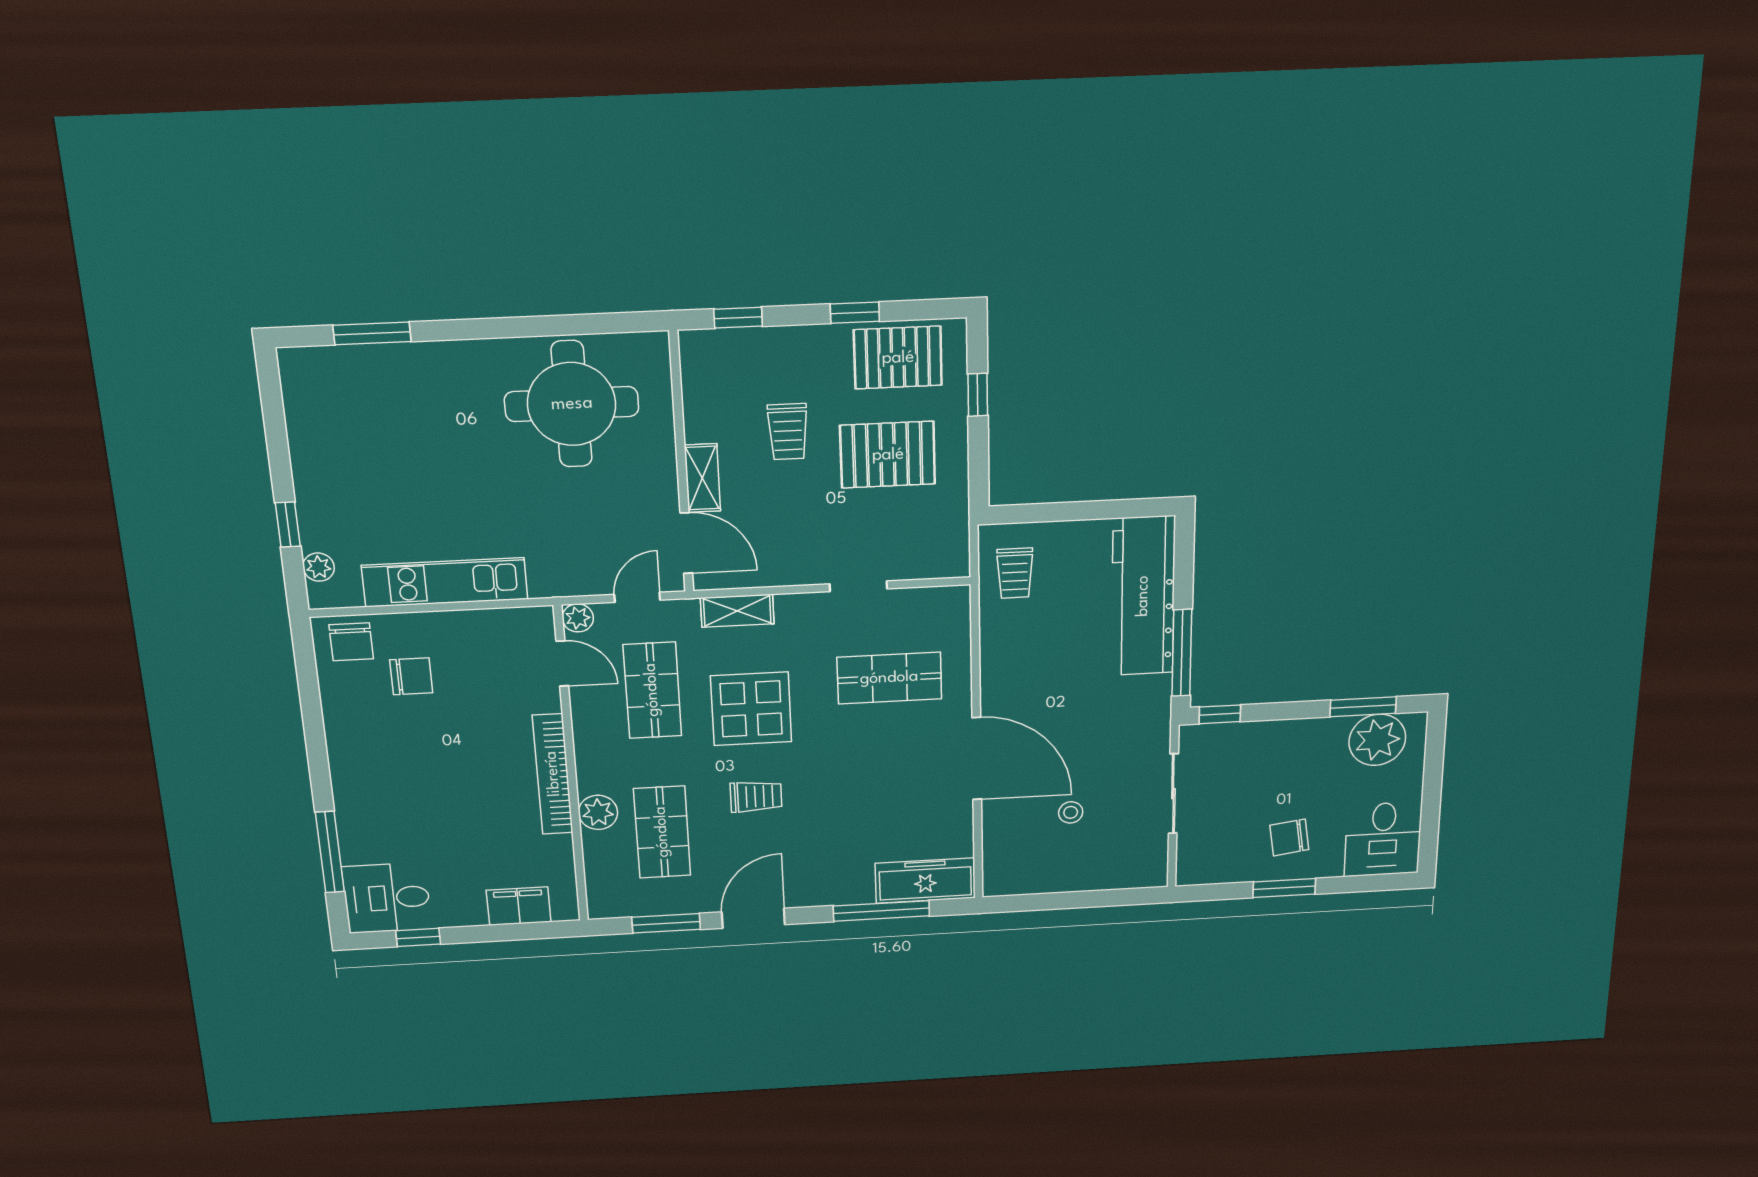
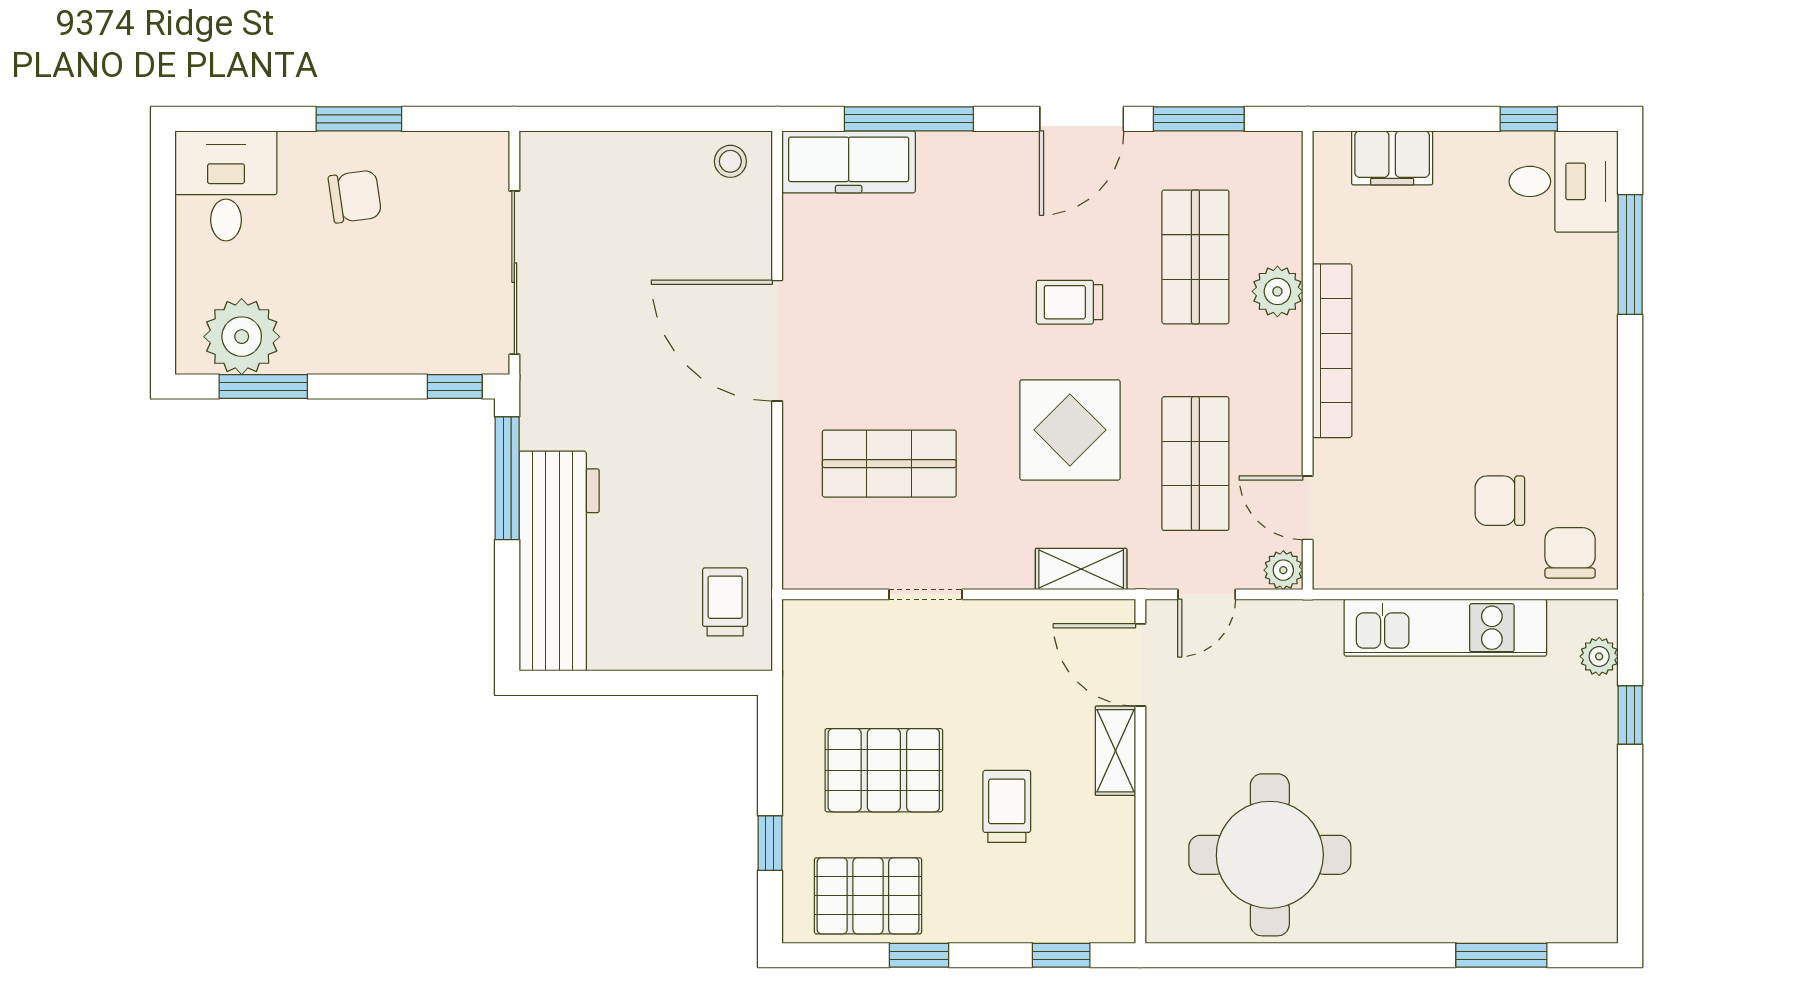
sliding door: (1173, 794) -> (514, 273), width x1.37
stool: (1071, 812) -> (730, 161), moved

